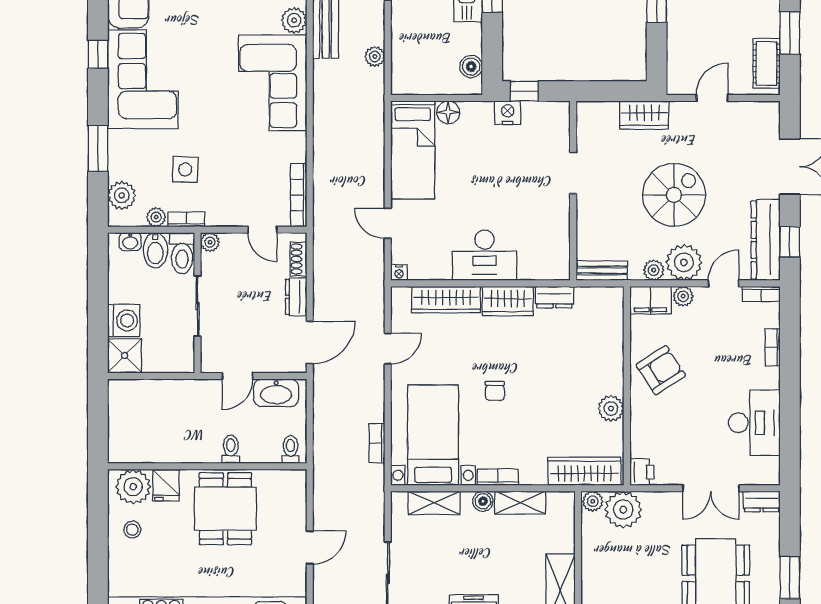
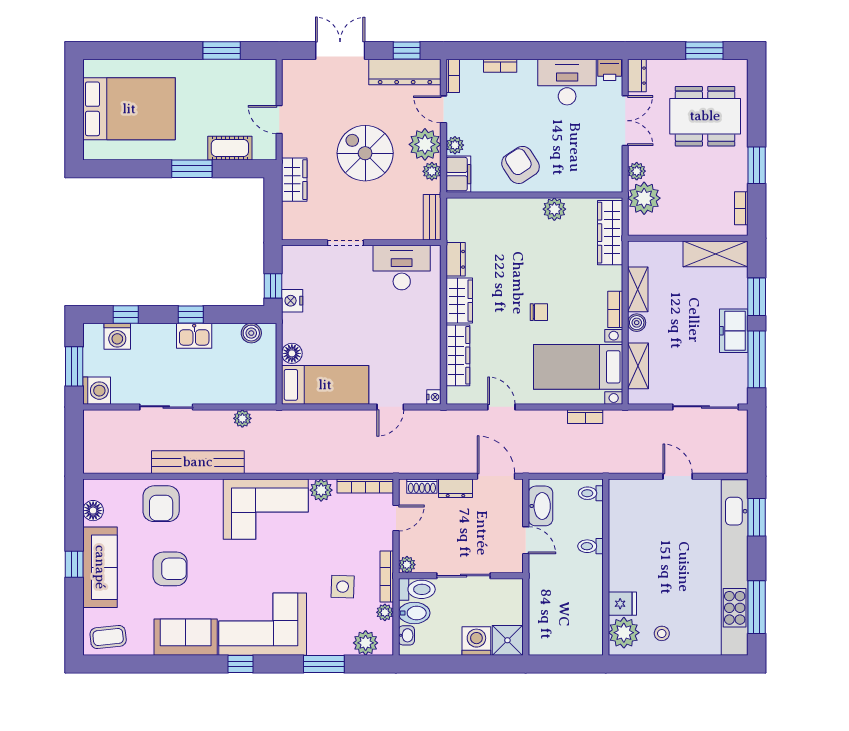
plant: (294, 20) -> (321, 490), moved
cot: (766, 63) -> (230, 148), moved
bookcase: (186, 219) -> (387, 577), width x1.56
desk: (485, 255) -> (402, 268), moved, turned -90
printer: (642, 472) -> (610, 70), moved, turned 180
plant: (593, 501) -> (637, 171), moved
dining table: (225, 509) -> (643, 551), removed

